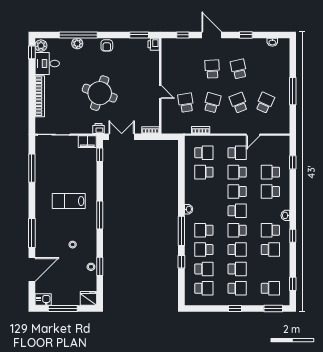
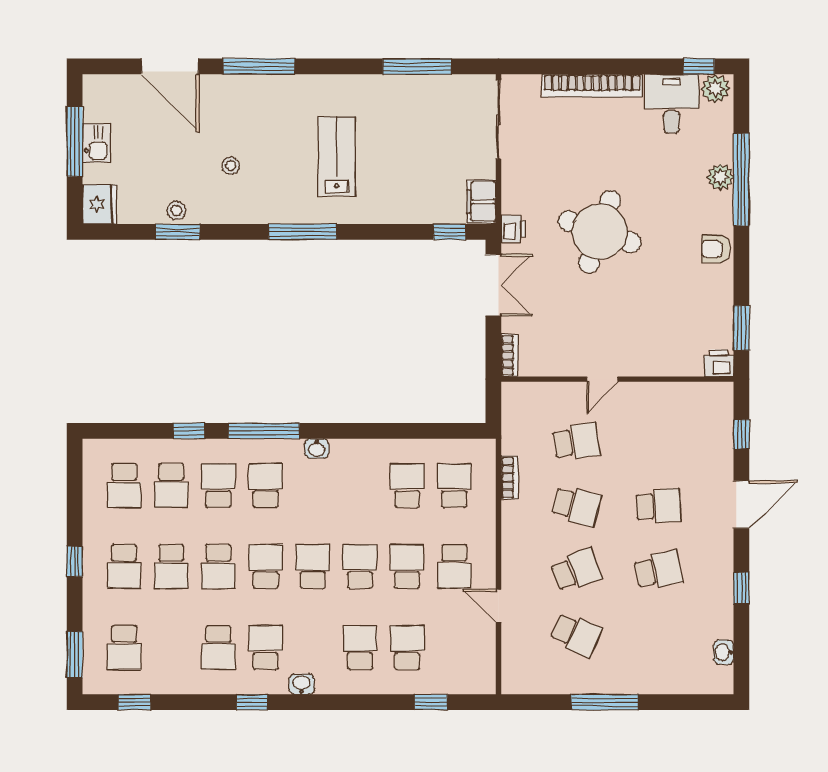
school desk: (204, 153) -> (454, 486), turned 180
school desk: (237, 211) -> (313, 566), turned 180
kitchen sink: (43, 300) -> (97, 143), moved

